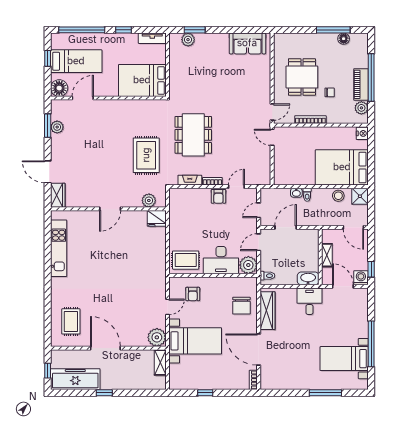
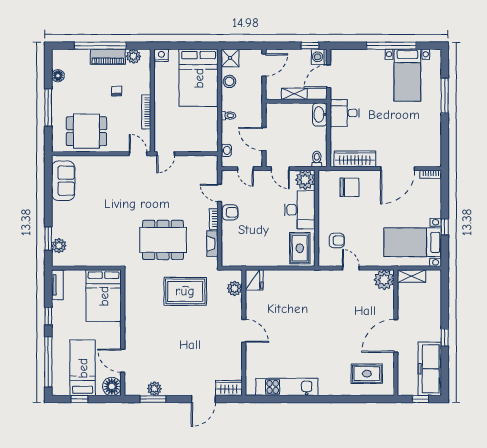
window: (333, 30) -> (48, 108), moved
dining table: (302, 77) -> (86, 131), moved
washbasin: (296, 193) -> (226, 150), moved
bed with nightstands: (195, 341) -> (413, 242), moved, turned -90

